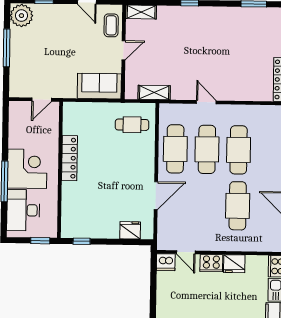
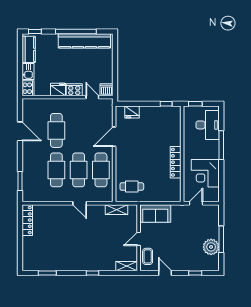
plant: (21, 16) -> (211, 247), moved
corner desk: (27, 169) -> (205, 173), moved

